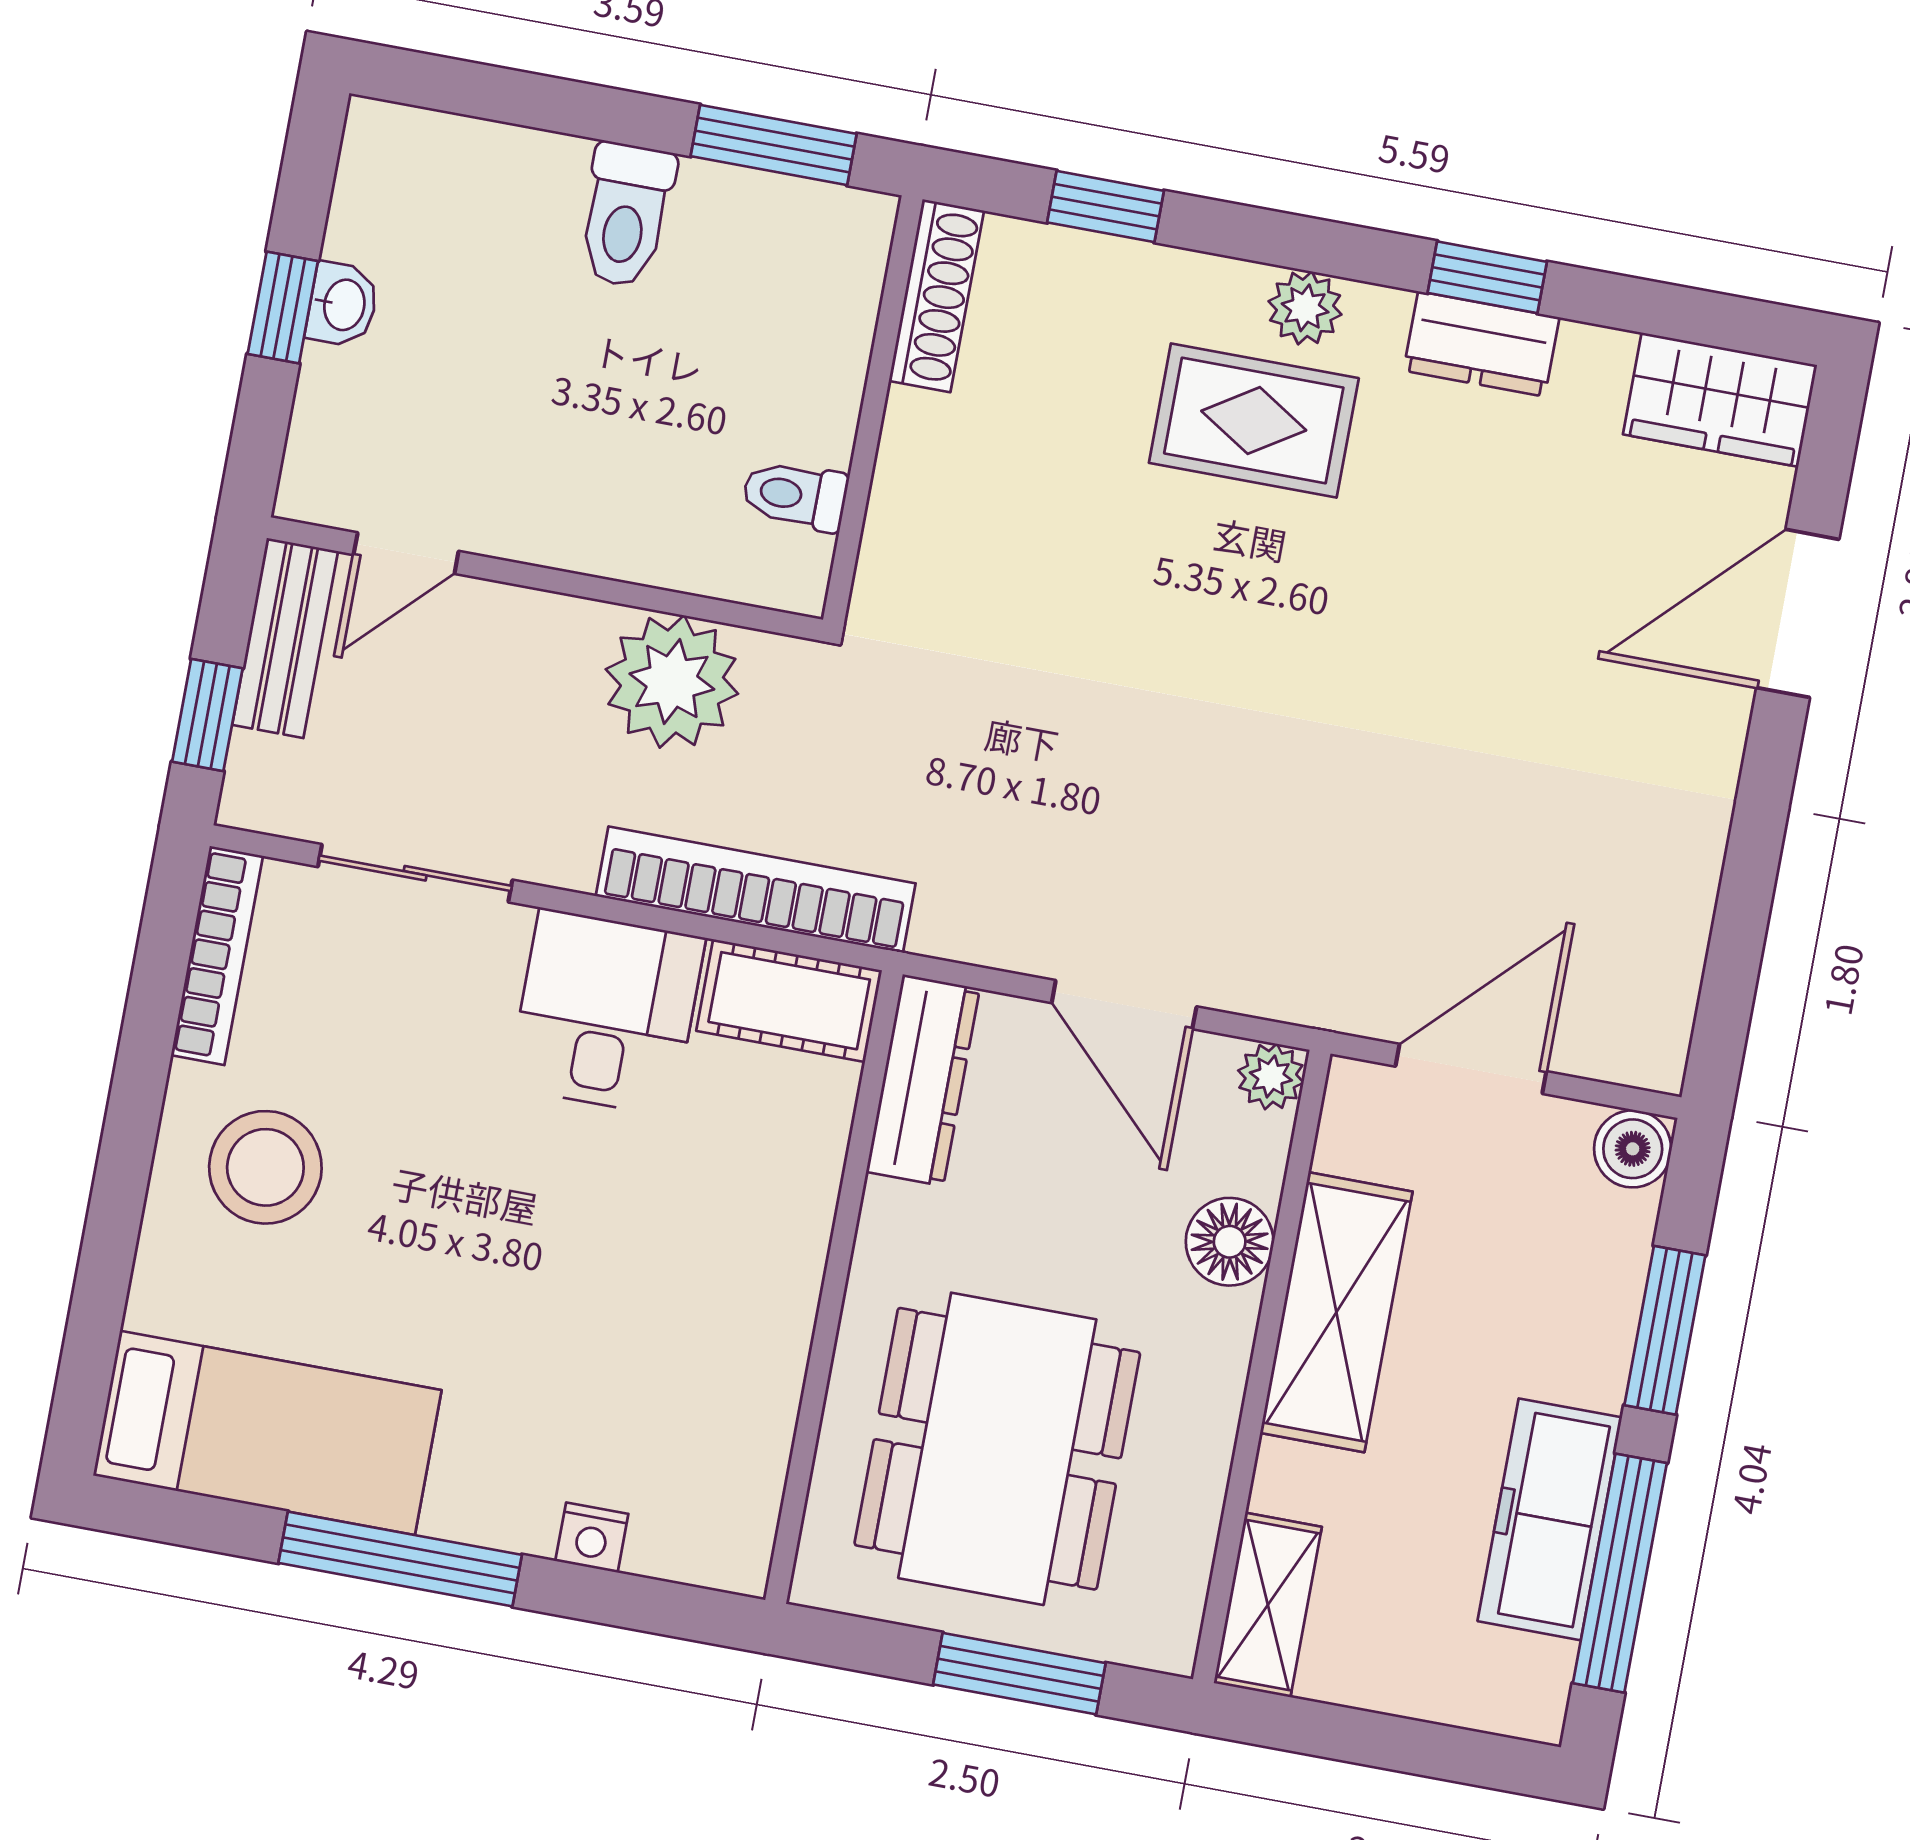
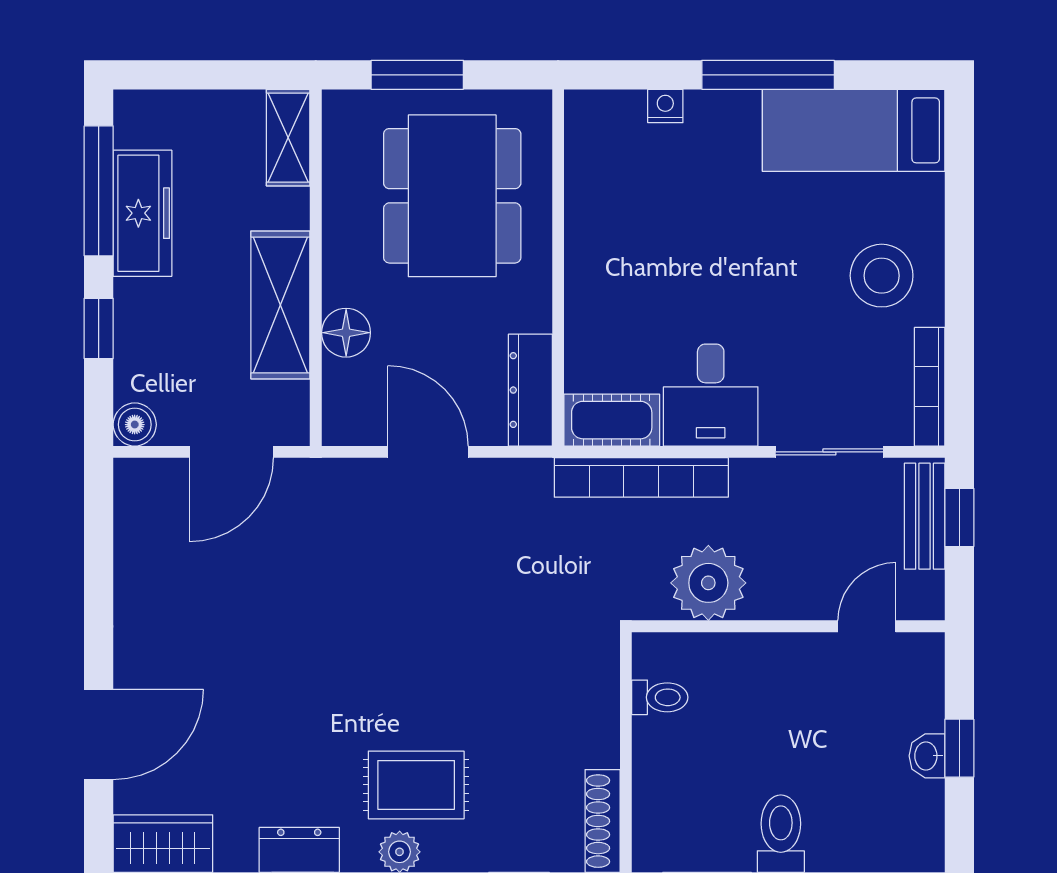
bench: (285, 638) -> (925, 516), moved
plant: (1271, 1076) -> (340, 427), removed
window: (1665, 1330) -> (99, 328), width x0.67

